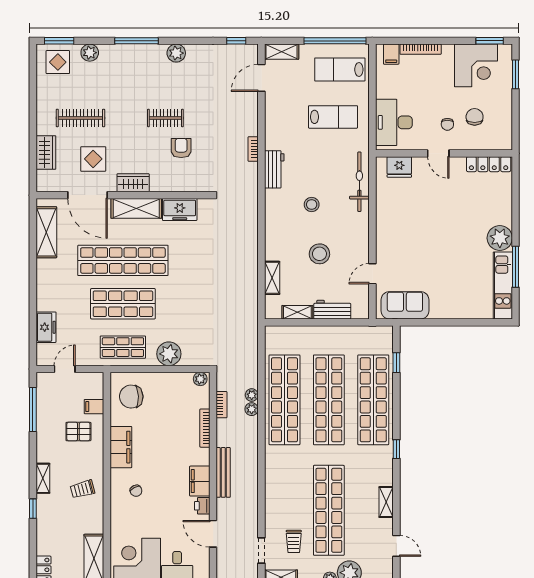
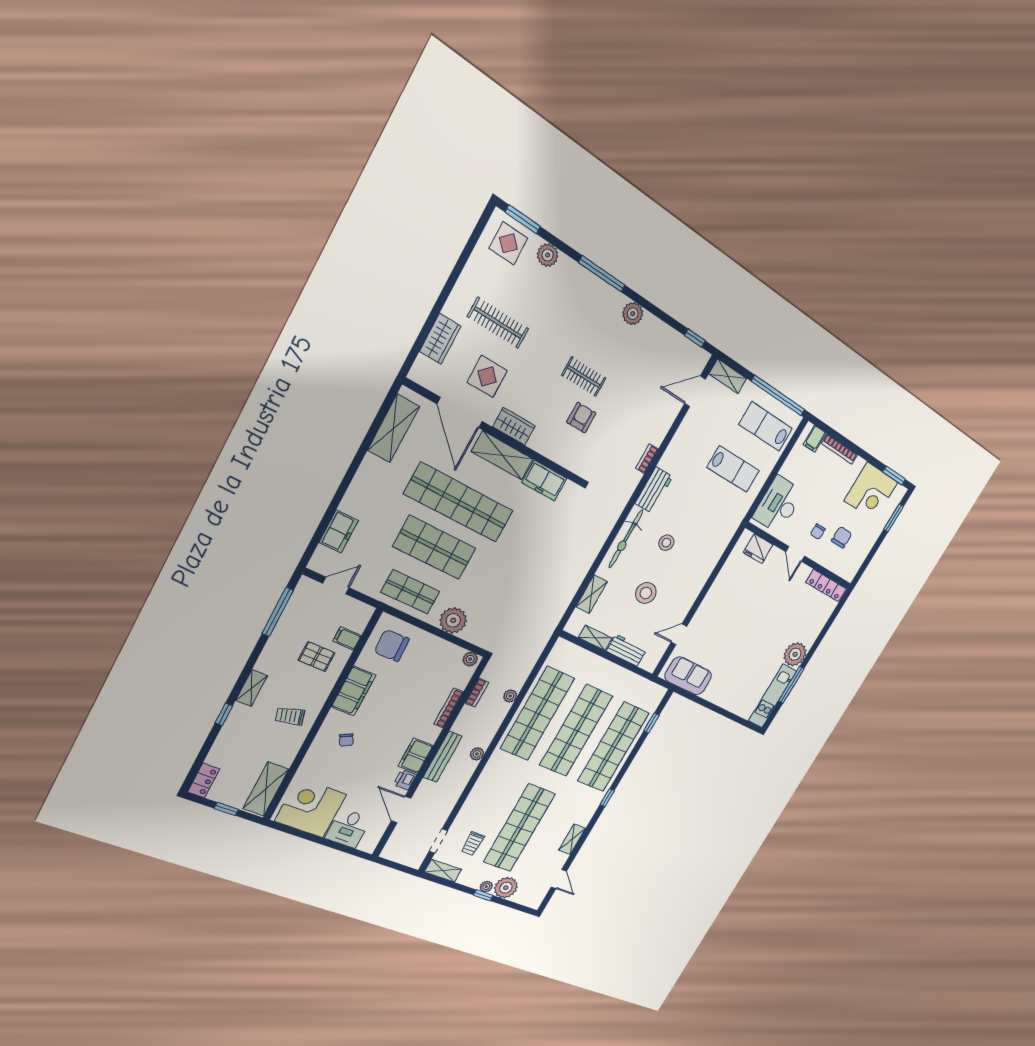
bicycle: (359, 182) -> (626, 539), moved, turned 180
plant: (252, 409) -> (477, 754), moved

